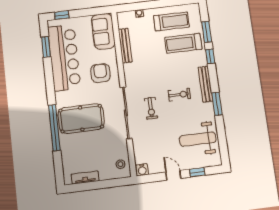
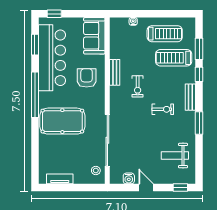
bench: (125, 46) -> (115, 72), moved, width x0.73
bench: (206, 84) -> (190, 97), width x0.73
exercise bike: (151, 108) -> (138, 86), moved
sliding door: (126, 113) -> (107, 140), moved
window: (54, 128) -> (35, 95), moved
weight bench: (198, 139) -> (175, 156), width x0.73, depth x0.75
water cooler: (142, 170) -> (129, 178), moved
window: (197, 172) -> (180, 188), moved

